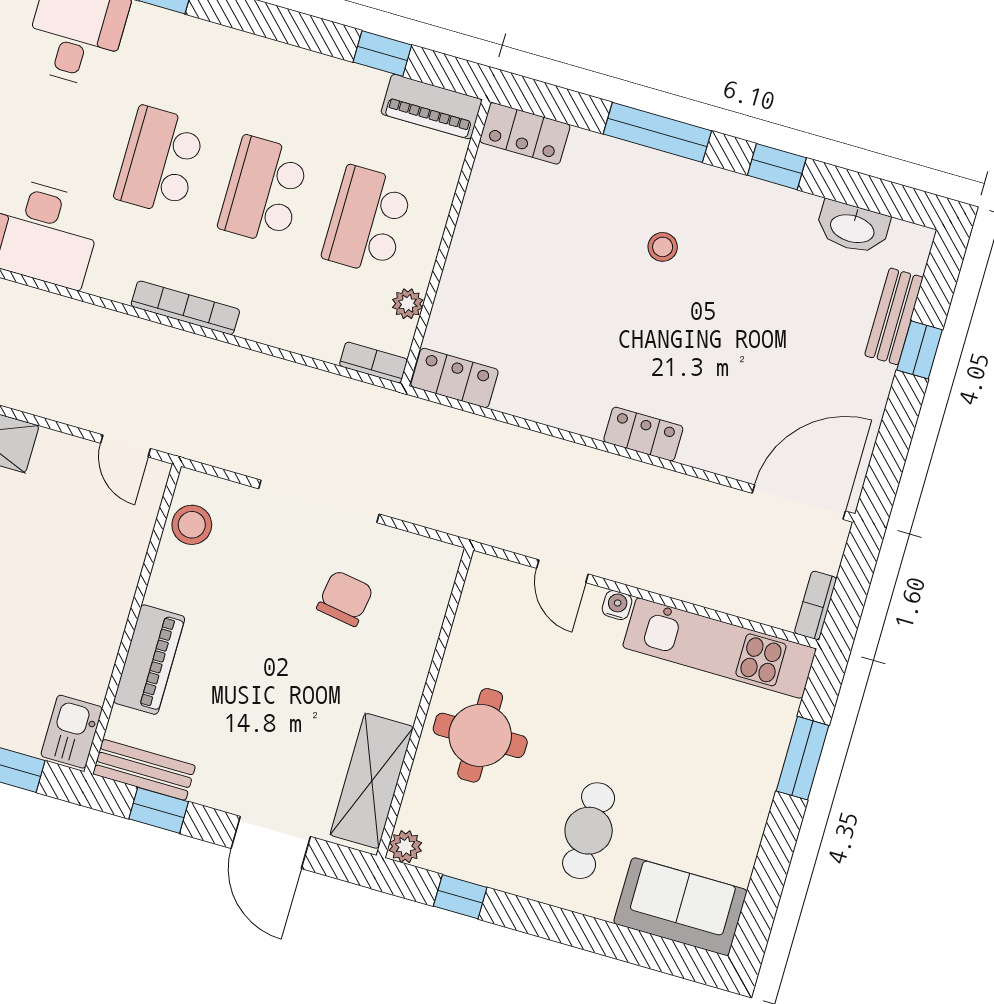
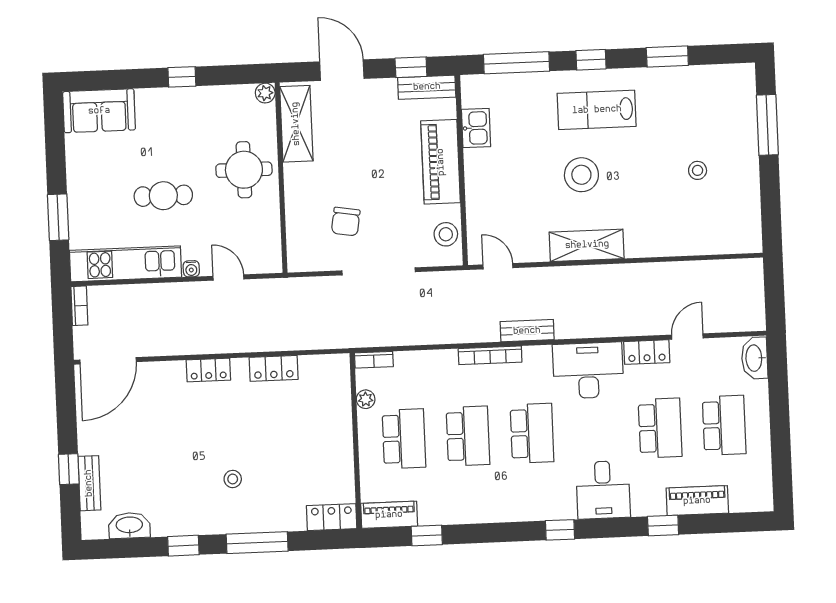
bench: (113, 328) -> (527, 331), added
locker: (455, 378) -> (274, 368), moved
piano: (149, 660) -> (441, 162), width x1.37, depth x1.33
kitchen sink: (72, 732) -> (476, 128), moved
cafe table: (589, 831) -> (163, 196), moved, turned 90
window: (460, 897) -> (182, 77), moved

